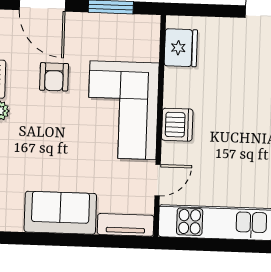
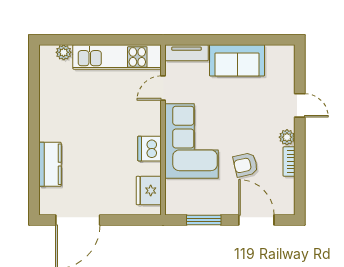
armchair: (54, 77) -> (246, 165), turned -103
dishwasher: (177, 125) -> (149, 149), moved

